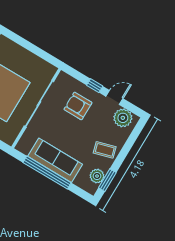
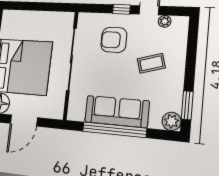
plant: (123, 118) -> (165, 21), width x0.53, depth x0.53
coffee table: (105, 150) -> (151, 63), moved
plant: (97, 176) -> (171, 121), moved

